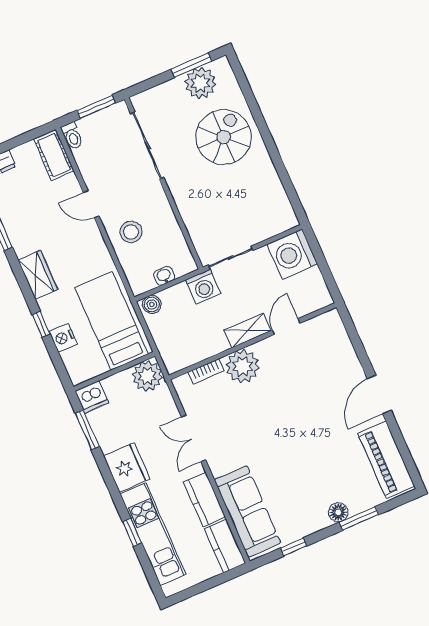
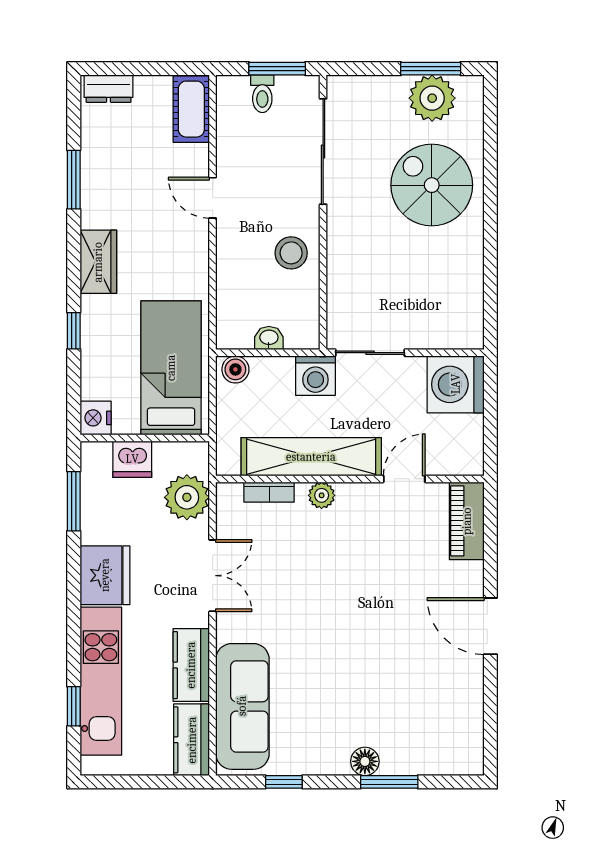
toilet: (72, 136) -> (262, 94), moved
spiral stairs: (224, 137) -> (432, 185), turned -90
stool: (131, 232) -> (291, 253), moved
shelving: (247, 331) -> (311, 457), width x2.20, depth x1.33
nightstand: (63, 338) -> (96, 418), moved
plant: (243, 366) -> (322, 495), width x0.53, depth x0.53
plant: (147, 376) -> (187, 497), moved
door: (379, 394) -> (490, 626), hinge flipped
dishwasher: (92, 397) -> (132, 459), moved
double door: (194, 438) -> (213, 576), swing flipped
piano: (386, 460) -> (467, 521), moved, width x0.73, depth x0.75
window: (132, 532) -> (74, 706), moved

